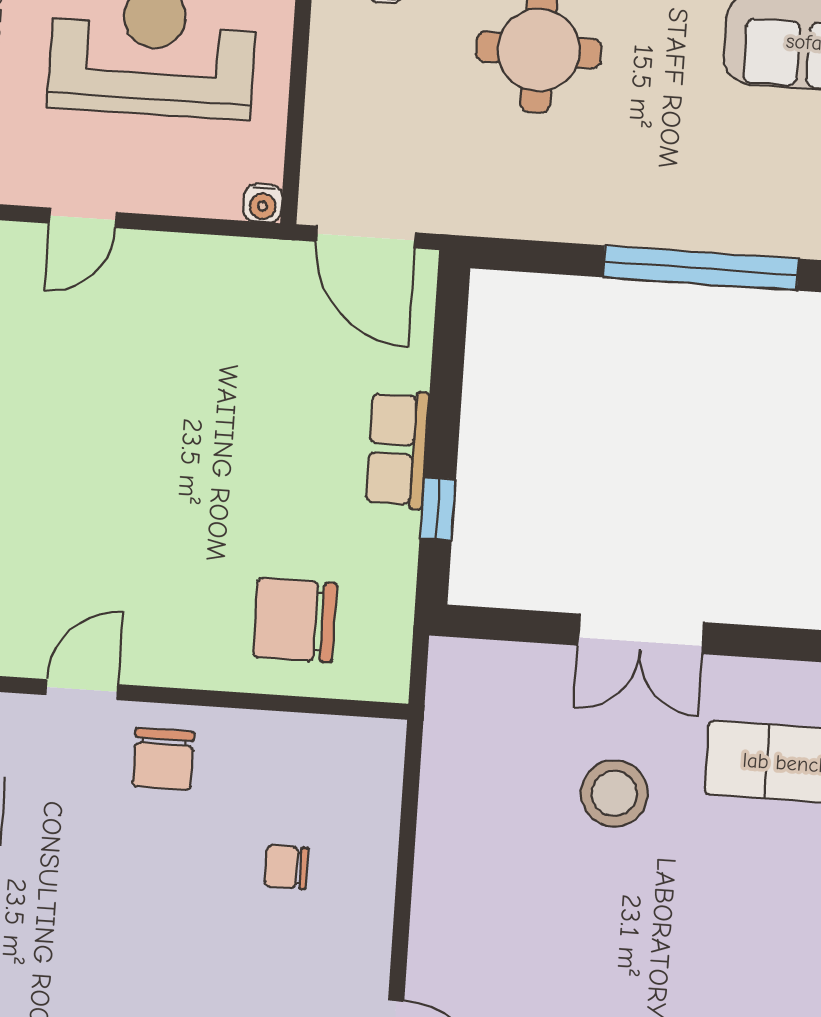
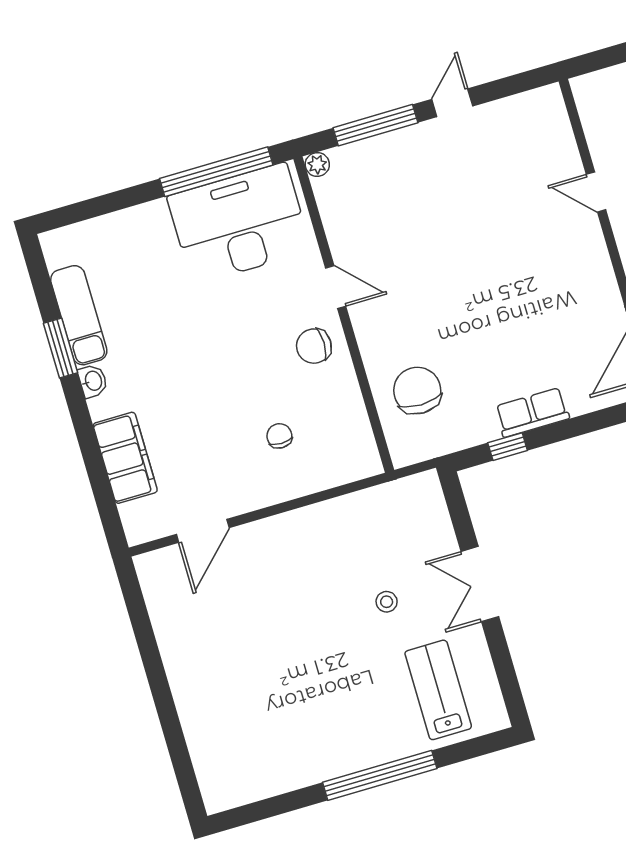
stool: (614, 793) -> (387, 602), width x0.53, depth x0.53

